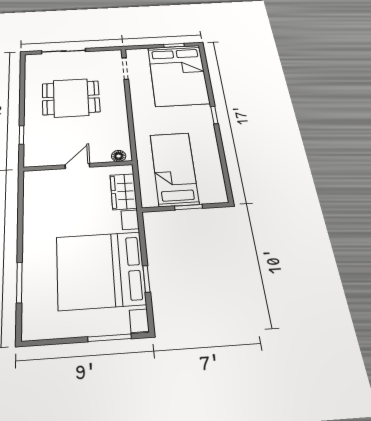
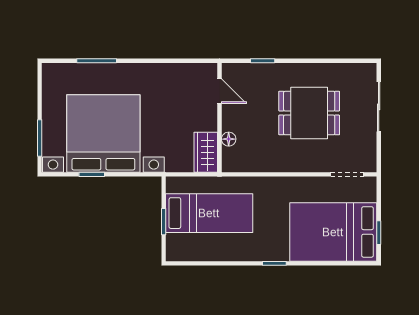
dining table: (71, 98) -> (309, 113), turned 90
floor lamp: (119, 156) -> (229, 139), moved
door: (77, 166) -> (220, 91), moved
wardrobe: (123, 192) -> (206, 152), moved, turned -90

